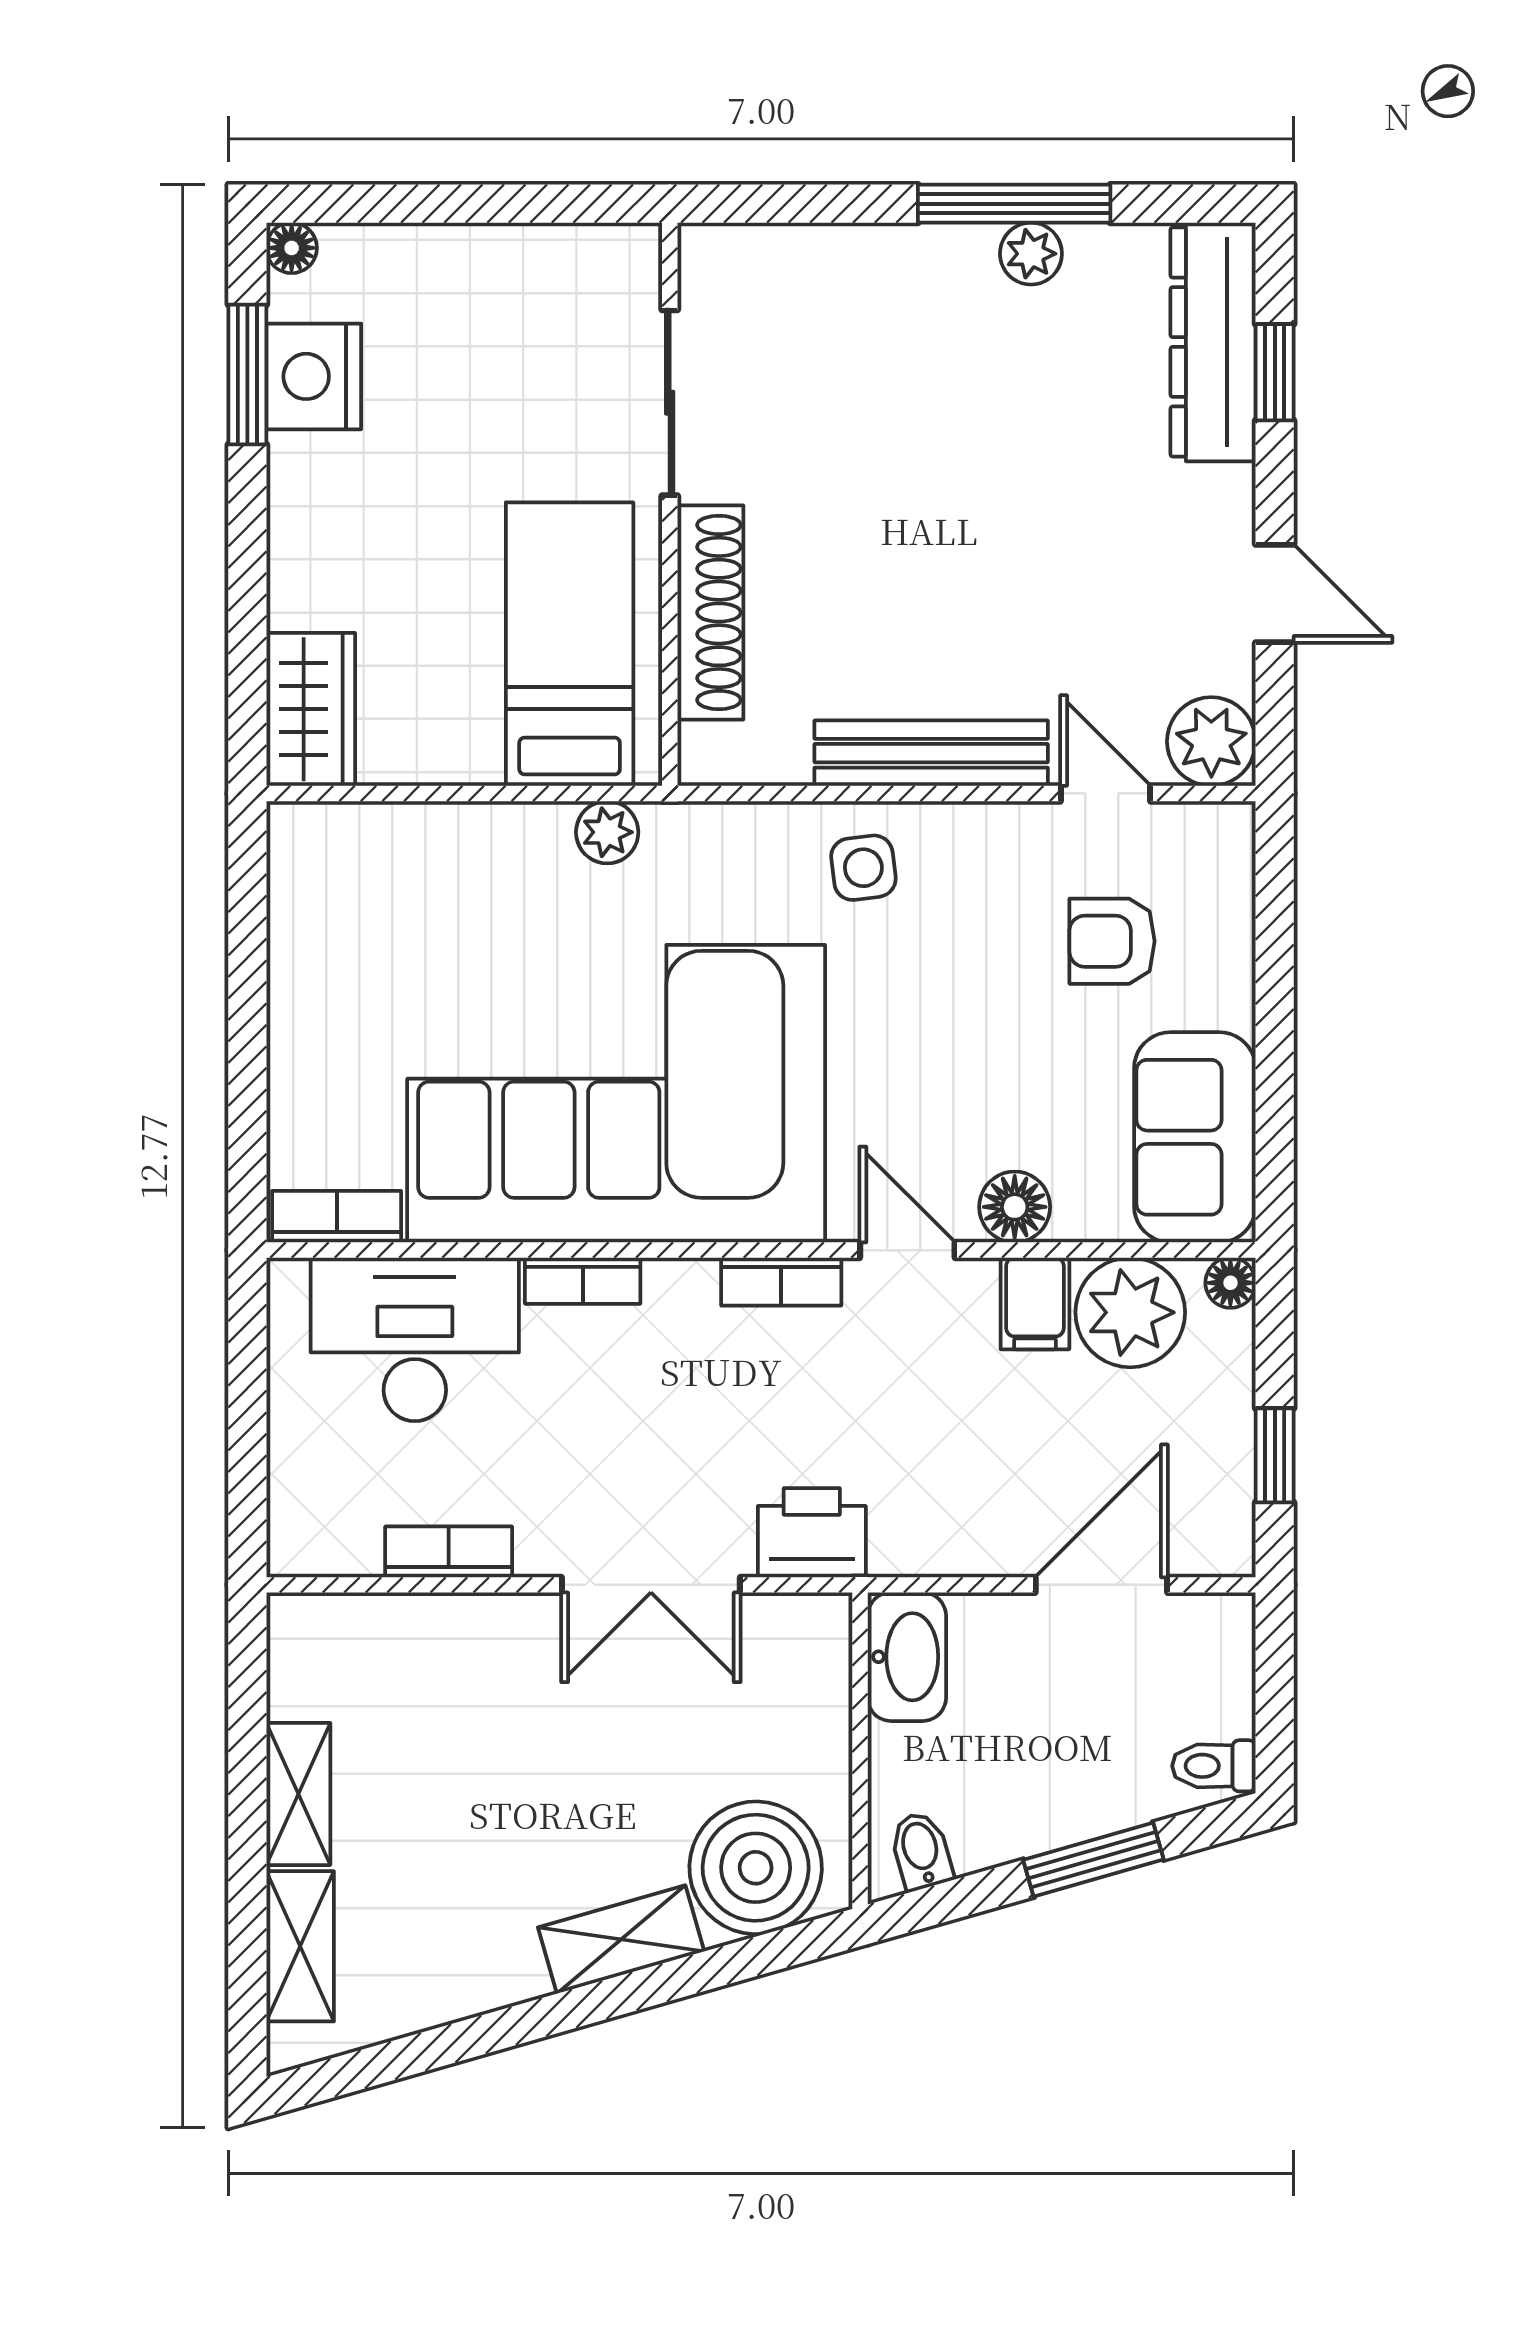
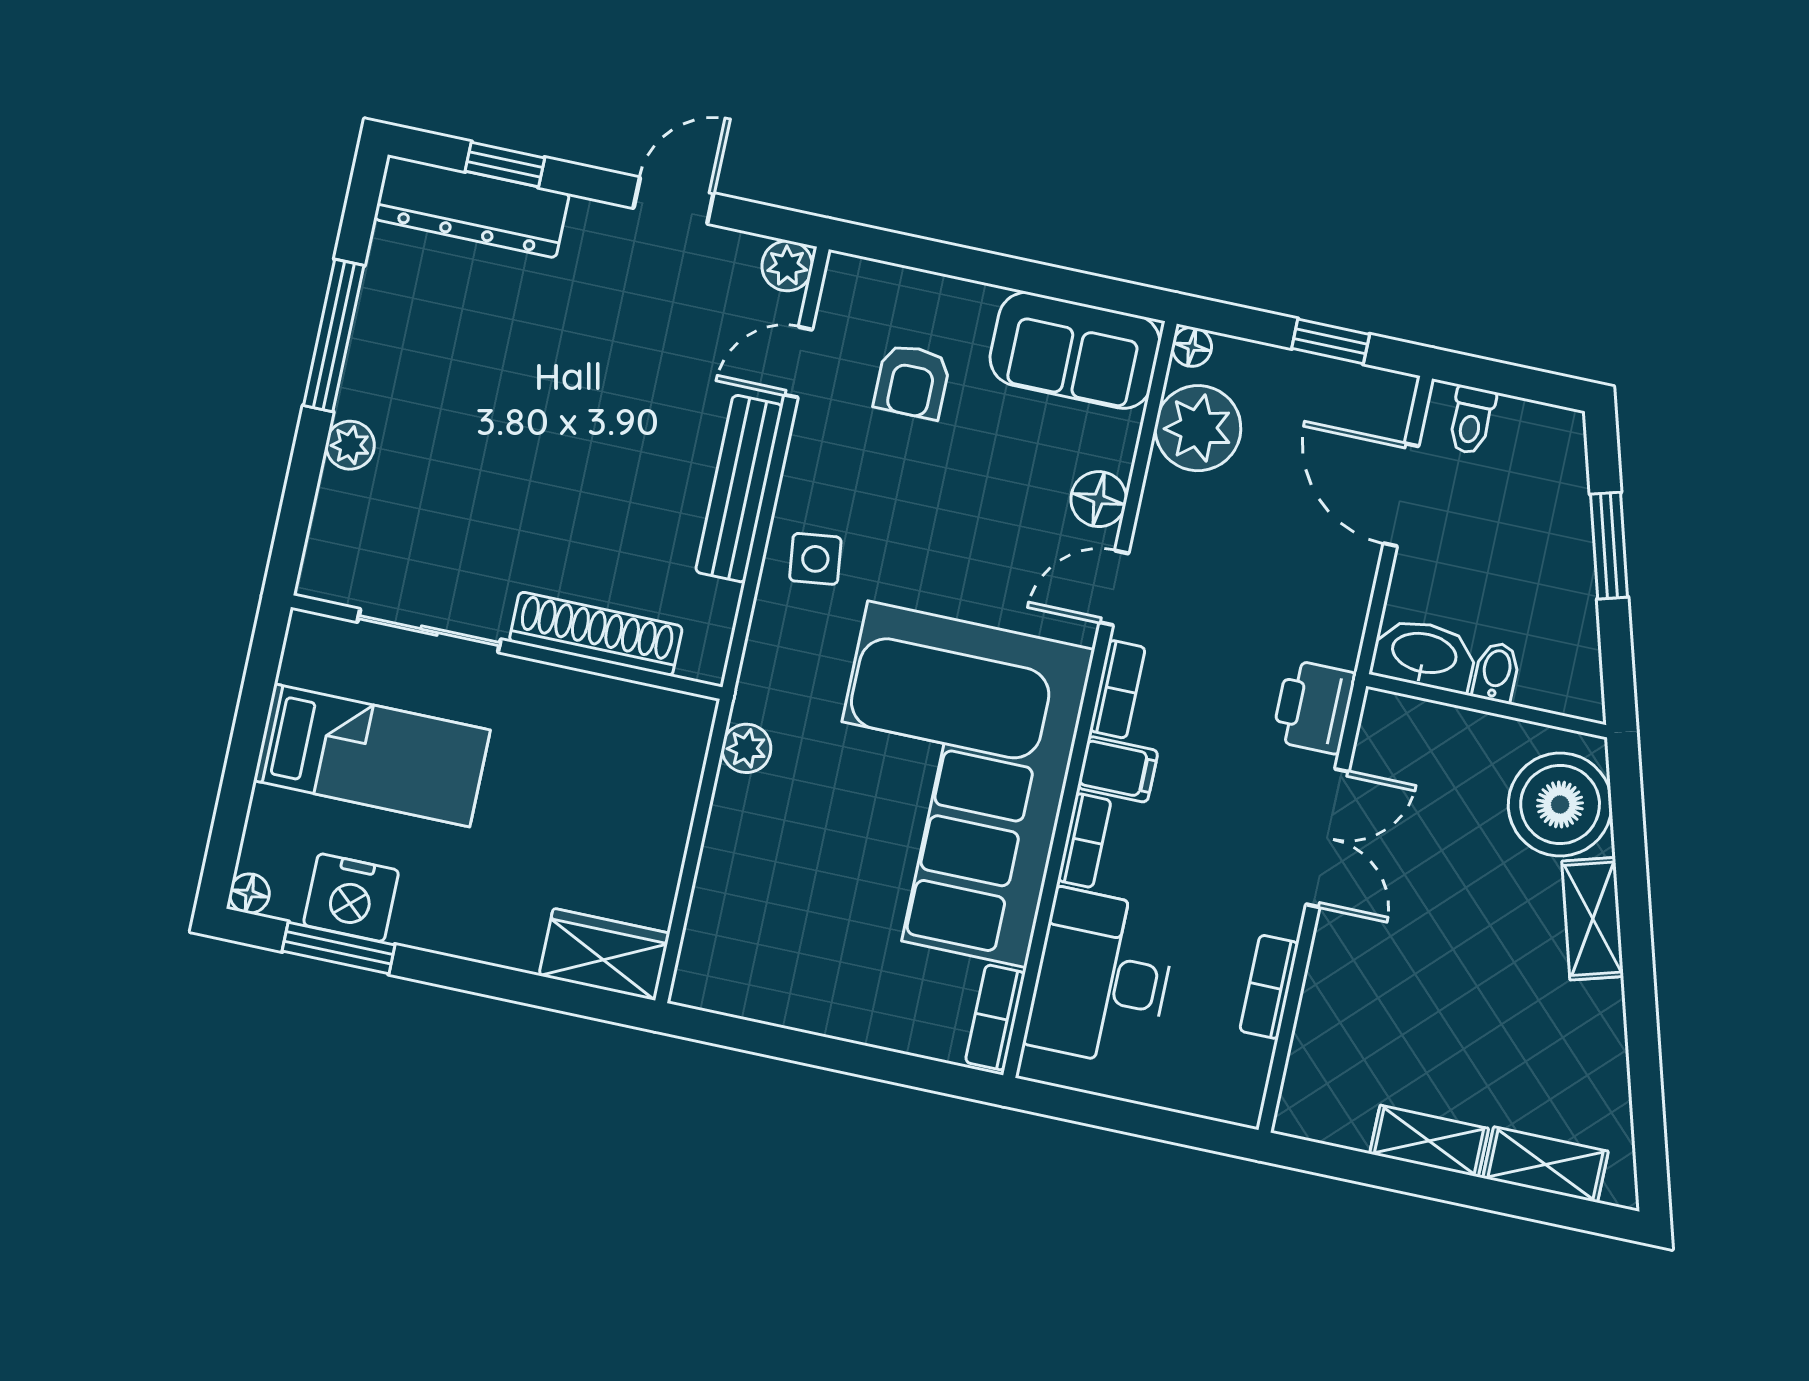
plant: (1031, 254) -> (350, 445), moved
bed: (570, 644) -> (372, 755), moved, turned 180
plant: (1211, 741) -> (787, 266), width x0.73, depth x0.73
filing cabinet: (1035, 1303) -> (1118, 769), moved
toilet: (1214, 1766) -> (1471, 420), moved
bidet: (921, 1851) -> (1496, 672), moved, turned 106

